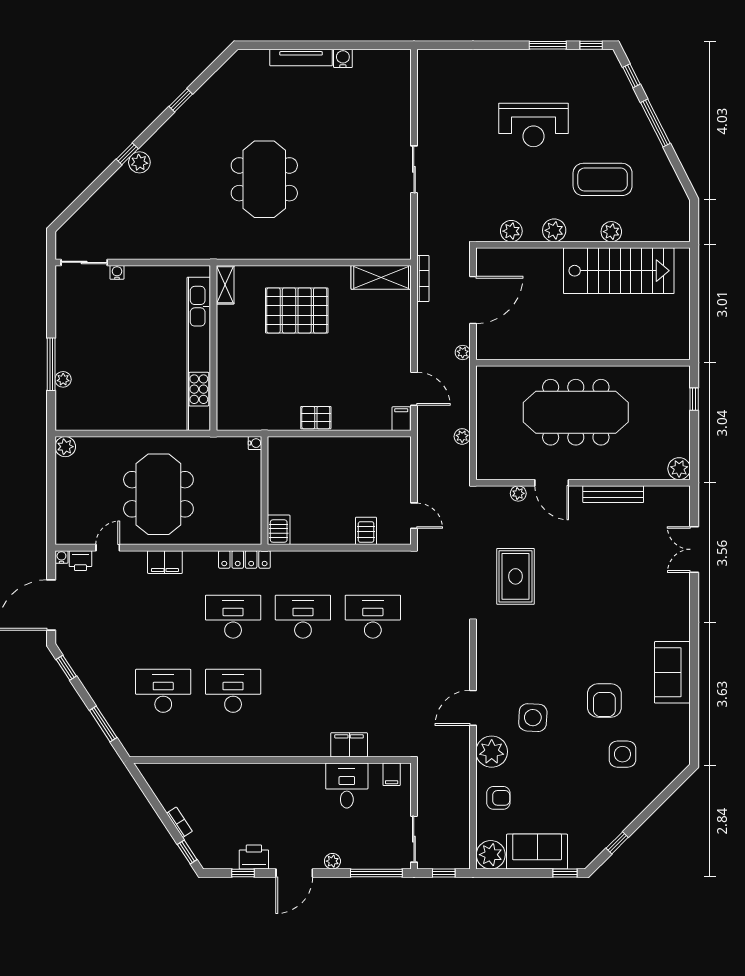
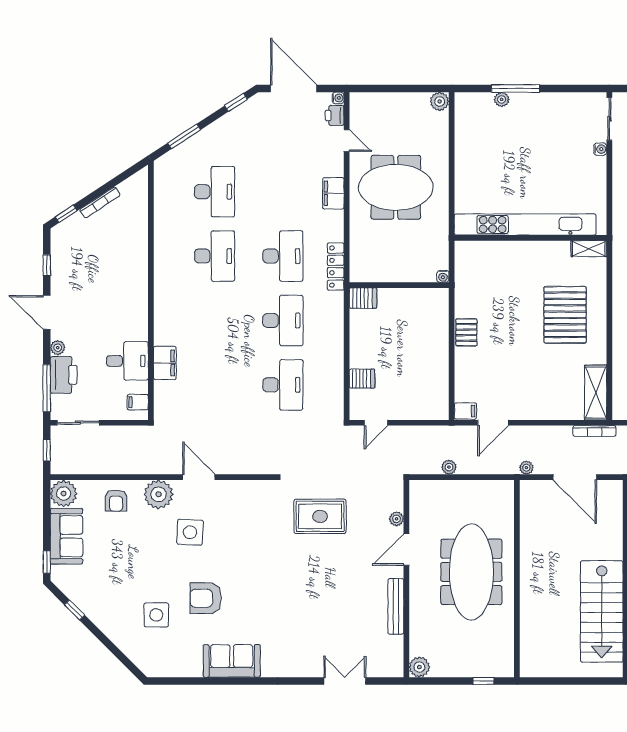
bookcase: (179, 822) -> (100, 202), width x1.56
printer: (254, 857) -> (64, 375), moved, width x1.37, depth x1.19

